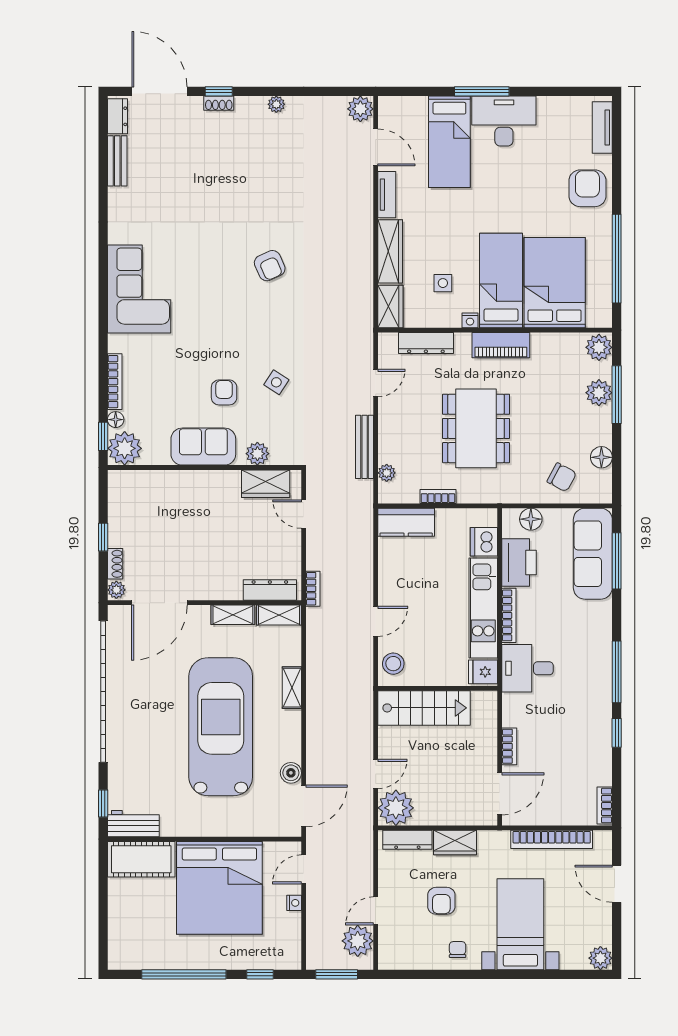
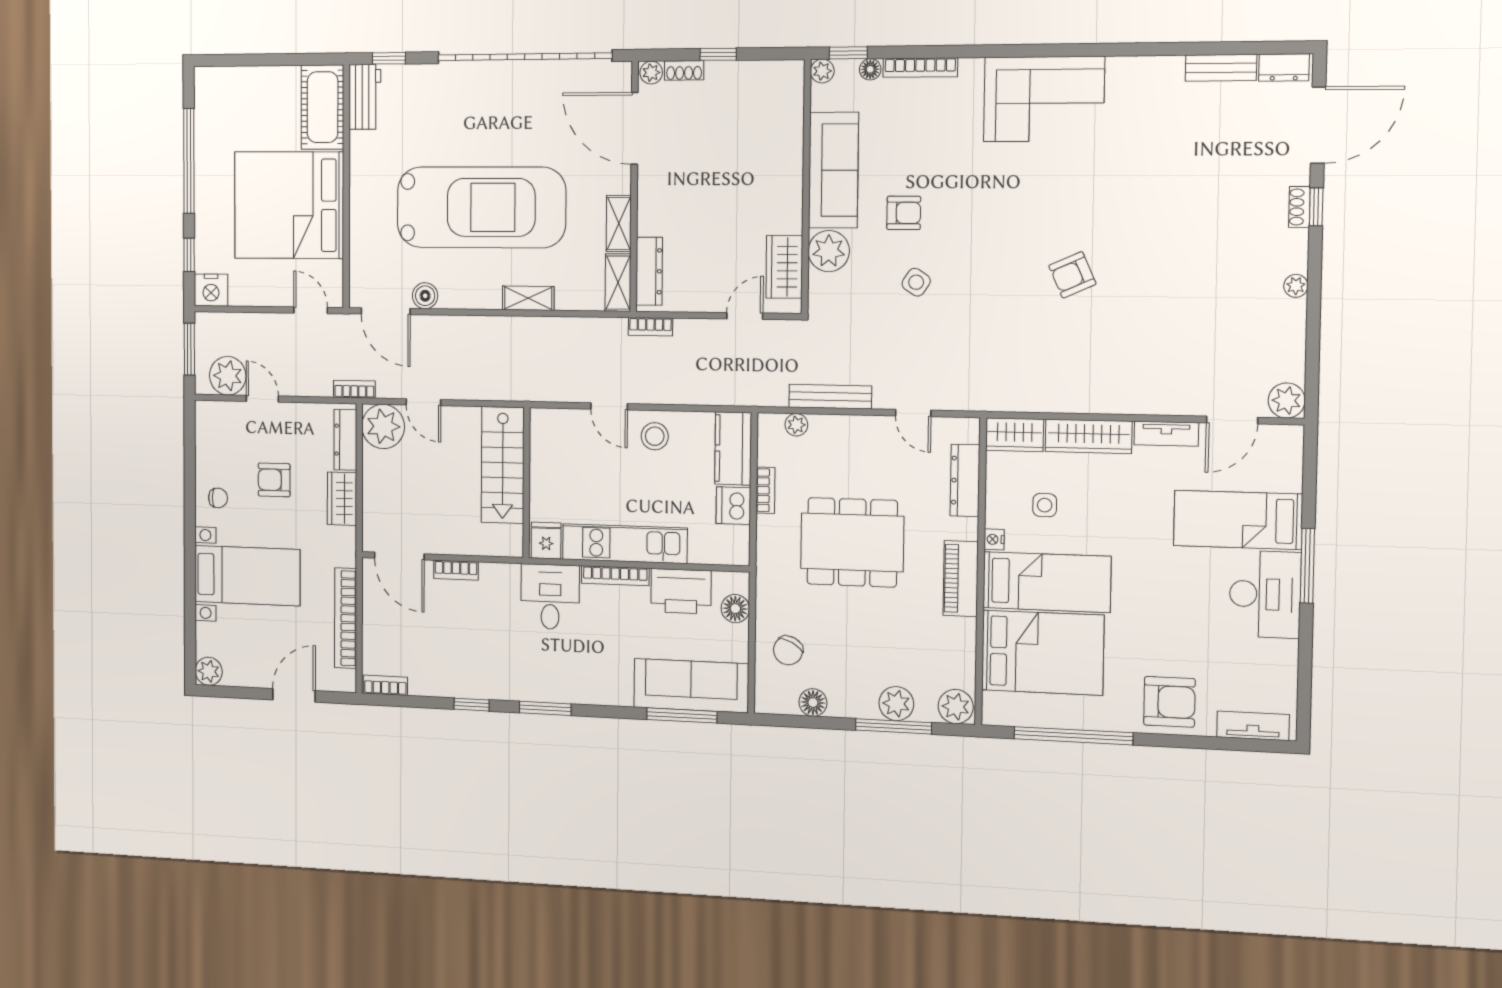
sofa: (203, 447) -> (833, 170), width x1.36
plant: (125, 448) -> (822, 71), width x0.53, depth x0.53
plant: (257, 454) -> (829, 251), width x1.36, depth x1.36
dishwasher: (484, 542) -> (733, 506), moved, turned -90
stool: (393, 664) -> (655, 436), moved
window: (617, 672) -> (545, 708), width x0.69
bookcase: (366, 832) -> (354, 389), added
nightstand: (294, 903) -> (211, 290), moved, width x1.89, depth x1.79

